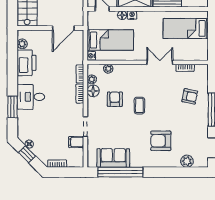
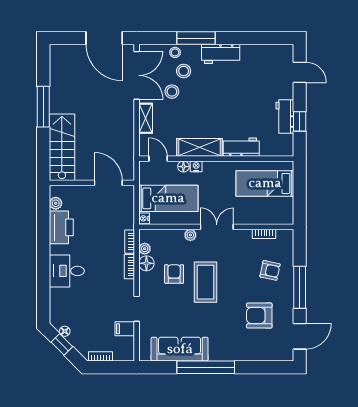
door: (63, 28) -> (108, 183), swing flipped
double door: (160, 62) -> (217, 227), moved
plant: (108, 69) -> (190, 235), moved
coffee table: (139, 106) -> (206, 282), width x1.86, depth x1.72
window: (12, 107) -> (43, 284), removed
armchair: (161, 141) -> (259, 316), moved
sofa: (113, 158) -> (180, 349), width x1.36
plant: (187, 161) -> (266, 353), removed
window: (120, 172) -> (206, 367), moved

